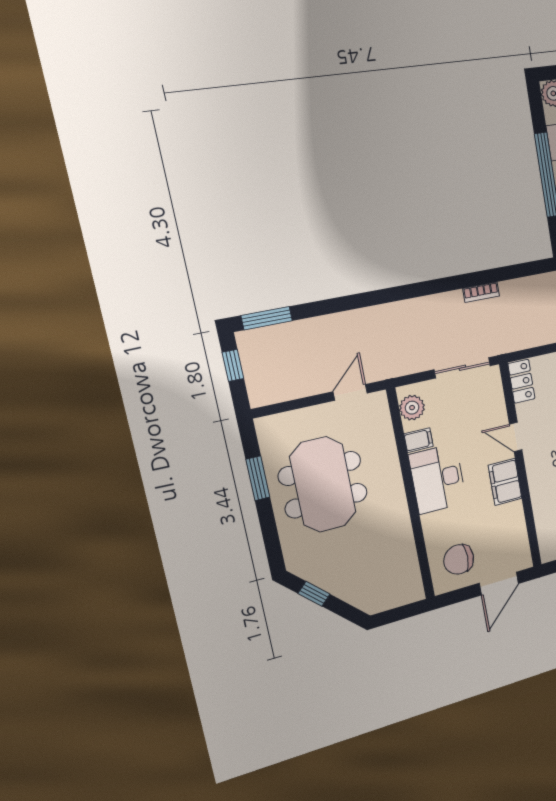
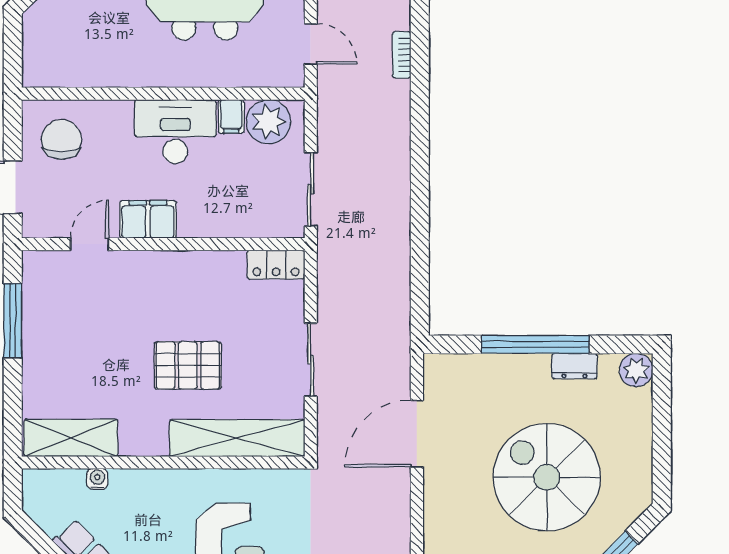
bookcase: (481, 292) -> (402, 55), moved
plant: (412, 408) -> (268, 122), width x1.36, depth x1.36
door: (516, 437) -> (89, 244), moved

